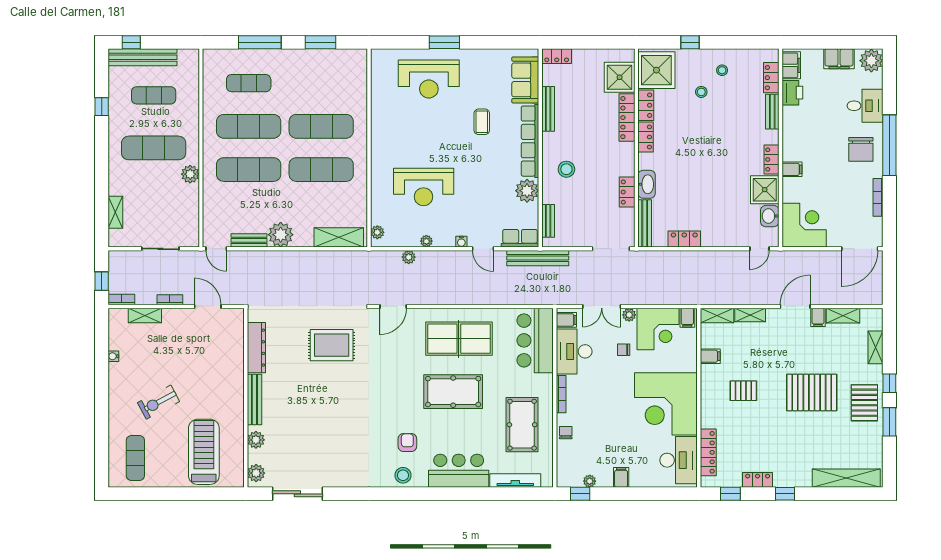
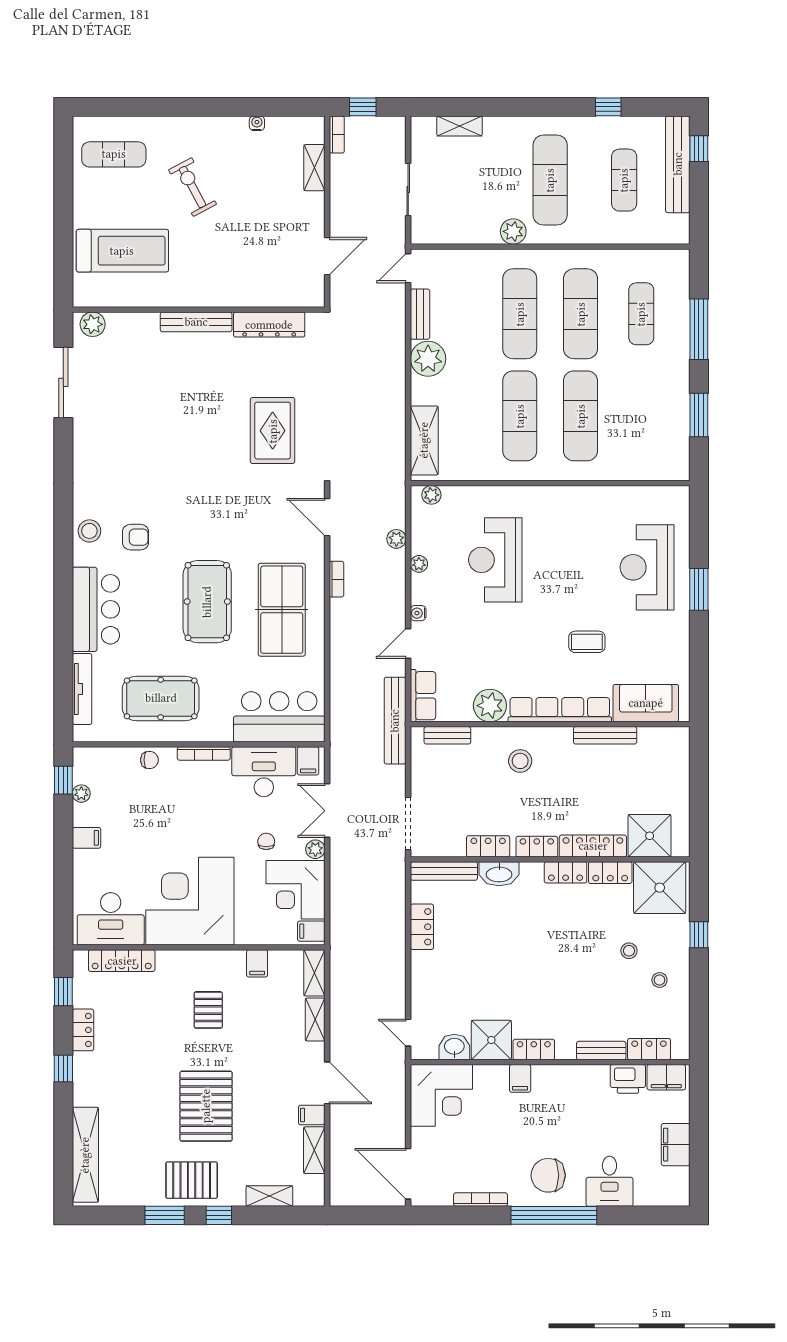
locker: (557, 56) -> (537, 847), moved, turned 90
plant: (871, 61) -> (673, 1190), removed
bookcase: (170, 300) -> (336, 579), moved
plant: (256, 440) -> (139, 324), removed

